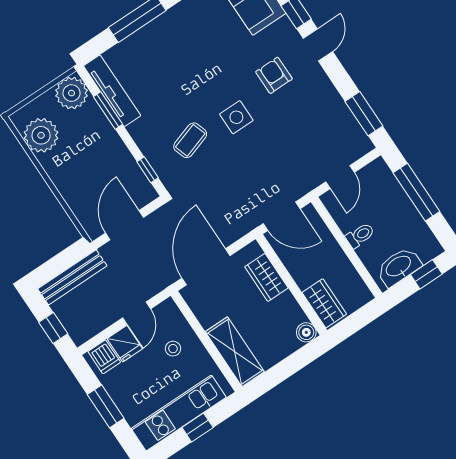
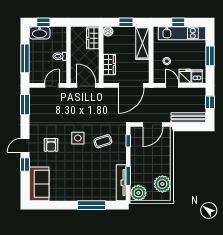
washbasin: (399, 267) -> (40, 33), moved
door: (137, 313) -> (172, 85), hinge flipped
window: (286, 368) -> (126, 22), added

